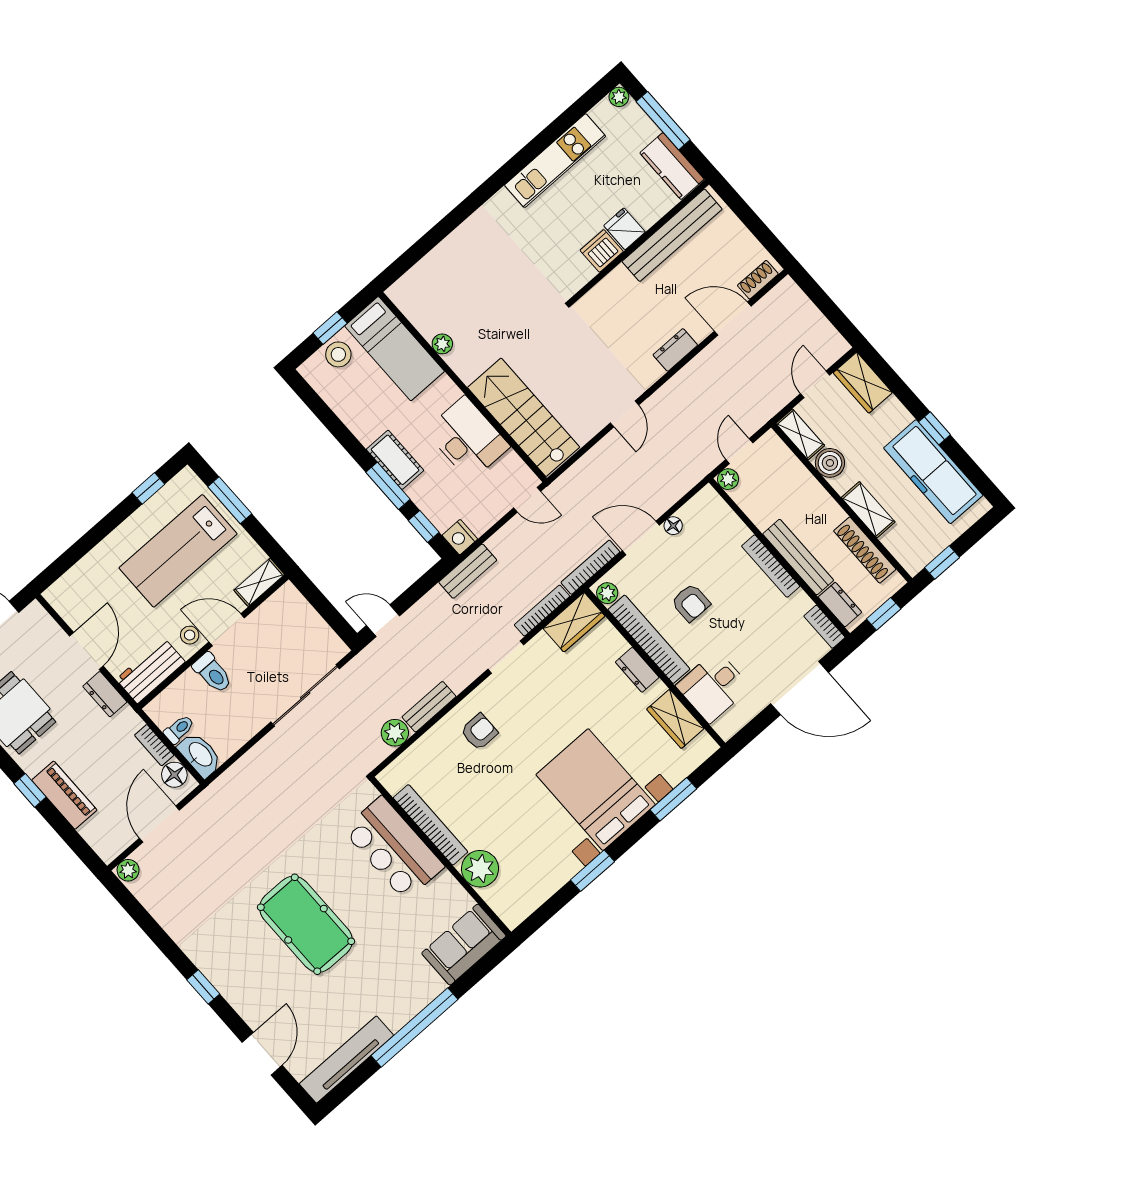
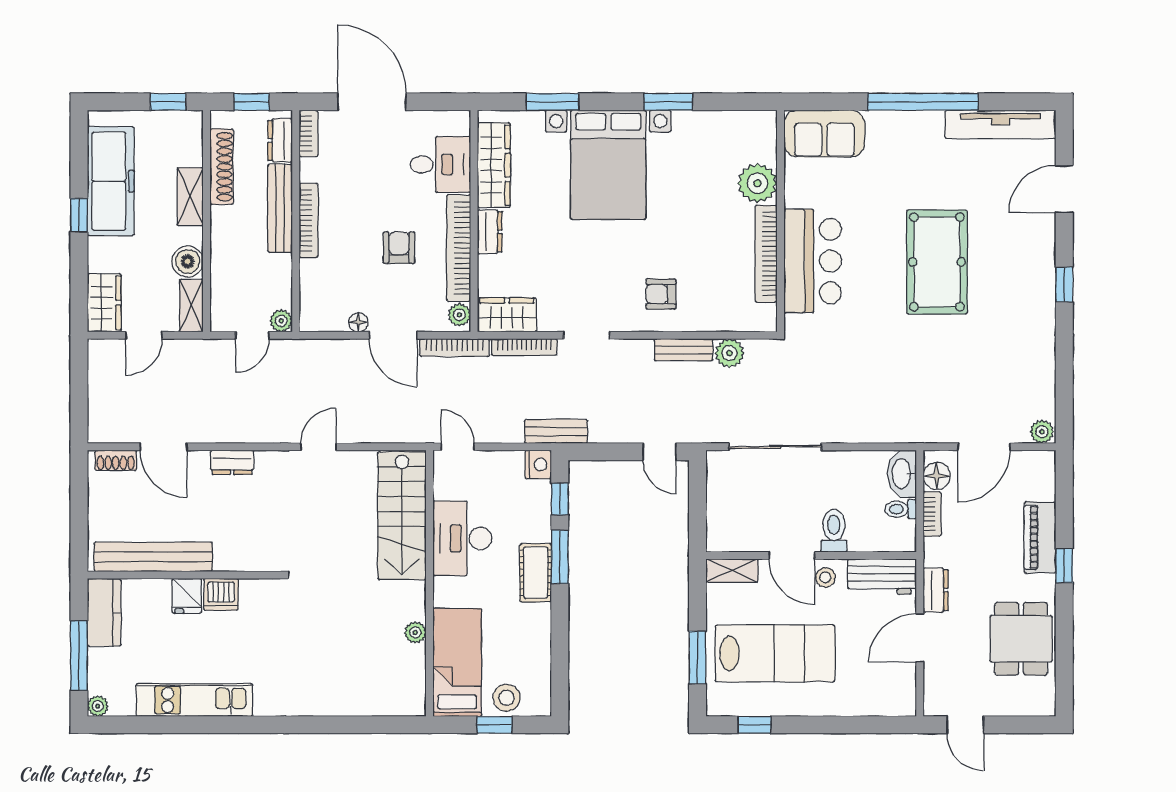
wardrobe: (675, 719) -> (494, 165), width x1.50

